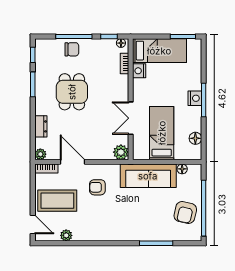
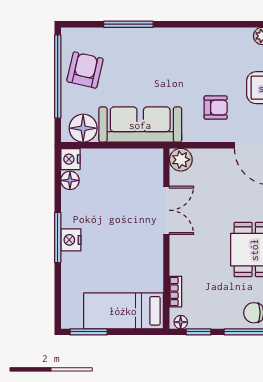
nightstand: (139, 71) -> (70, 159), moved, turned 180
bed: (162, 133) -> (120, 188), removed
floor lamp: (182, 169) -> (83, 128), width x1.89, depth x1.89

